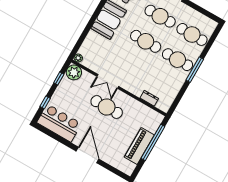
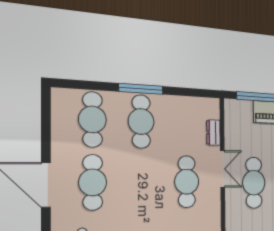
cafe table: (146, 41) -> (187, 182), moved
double door: (108, 81) -> (223, 169), moved

